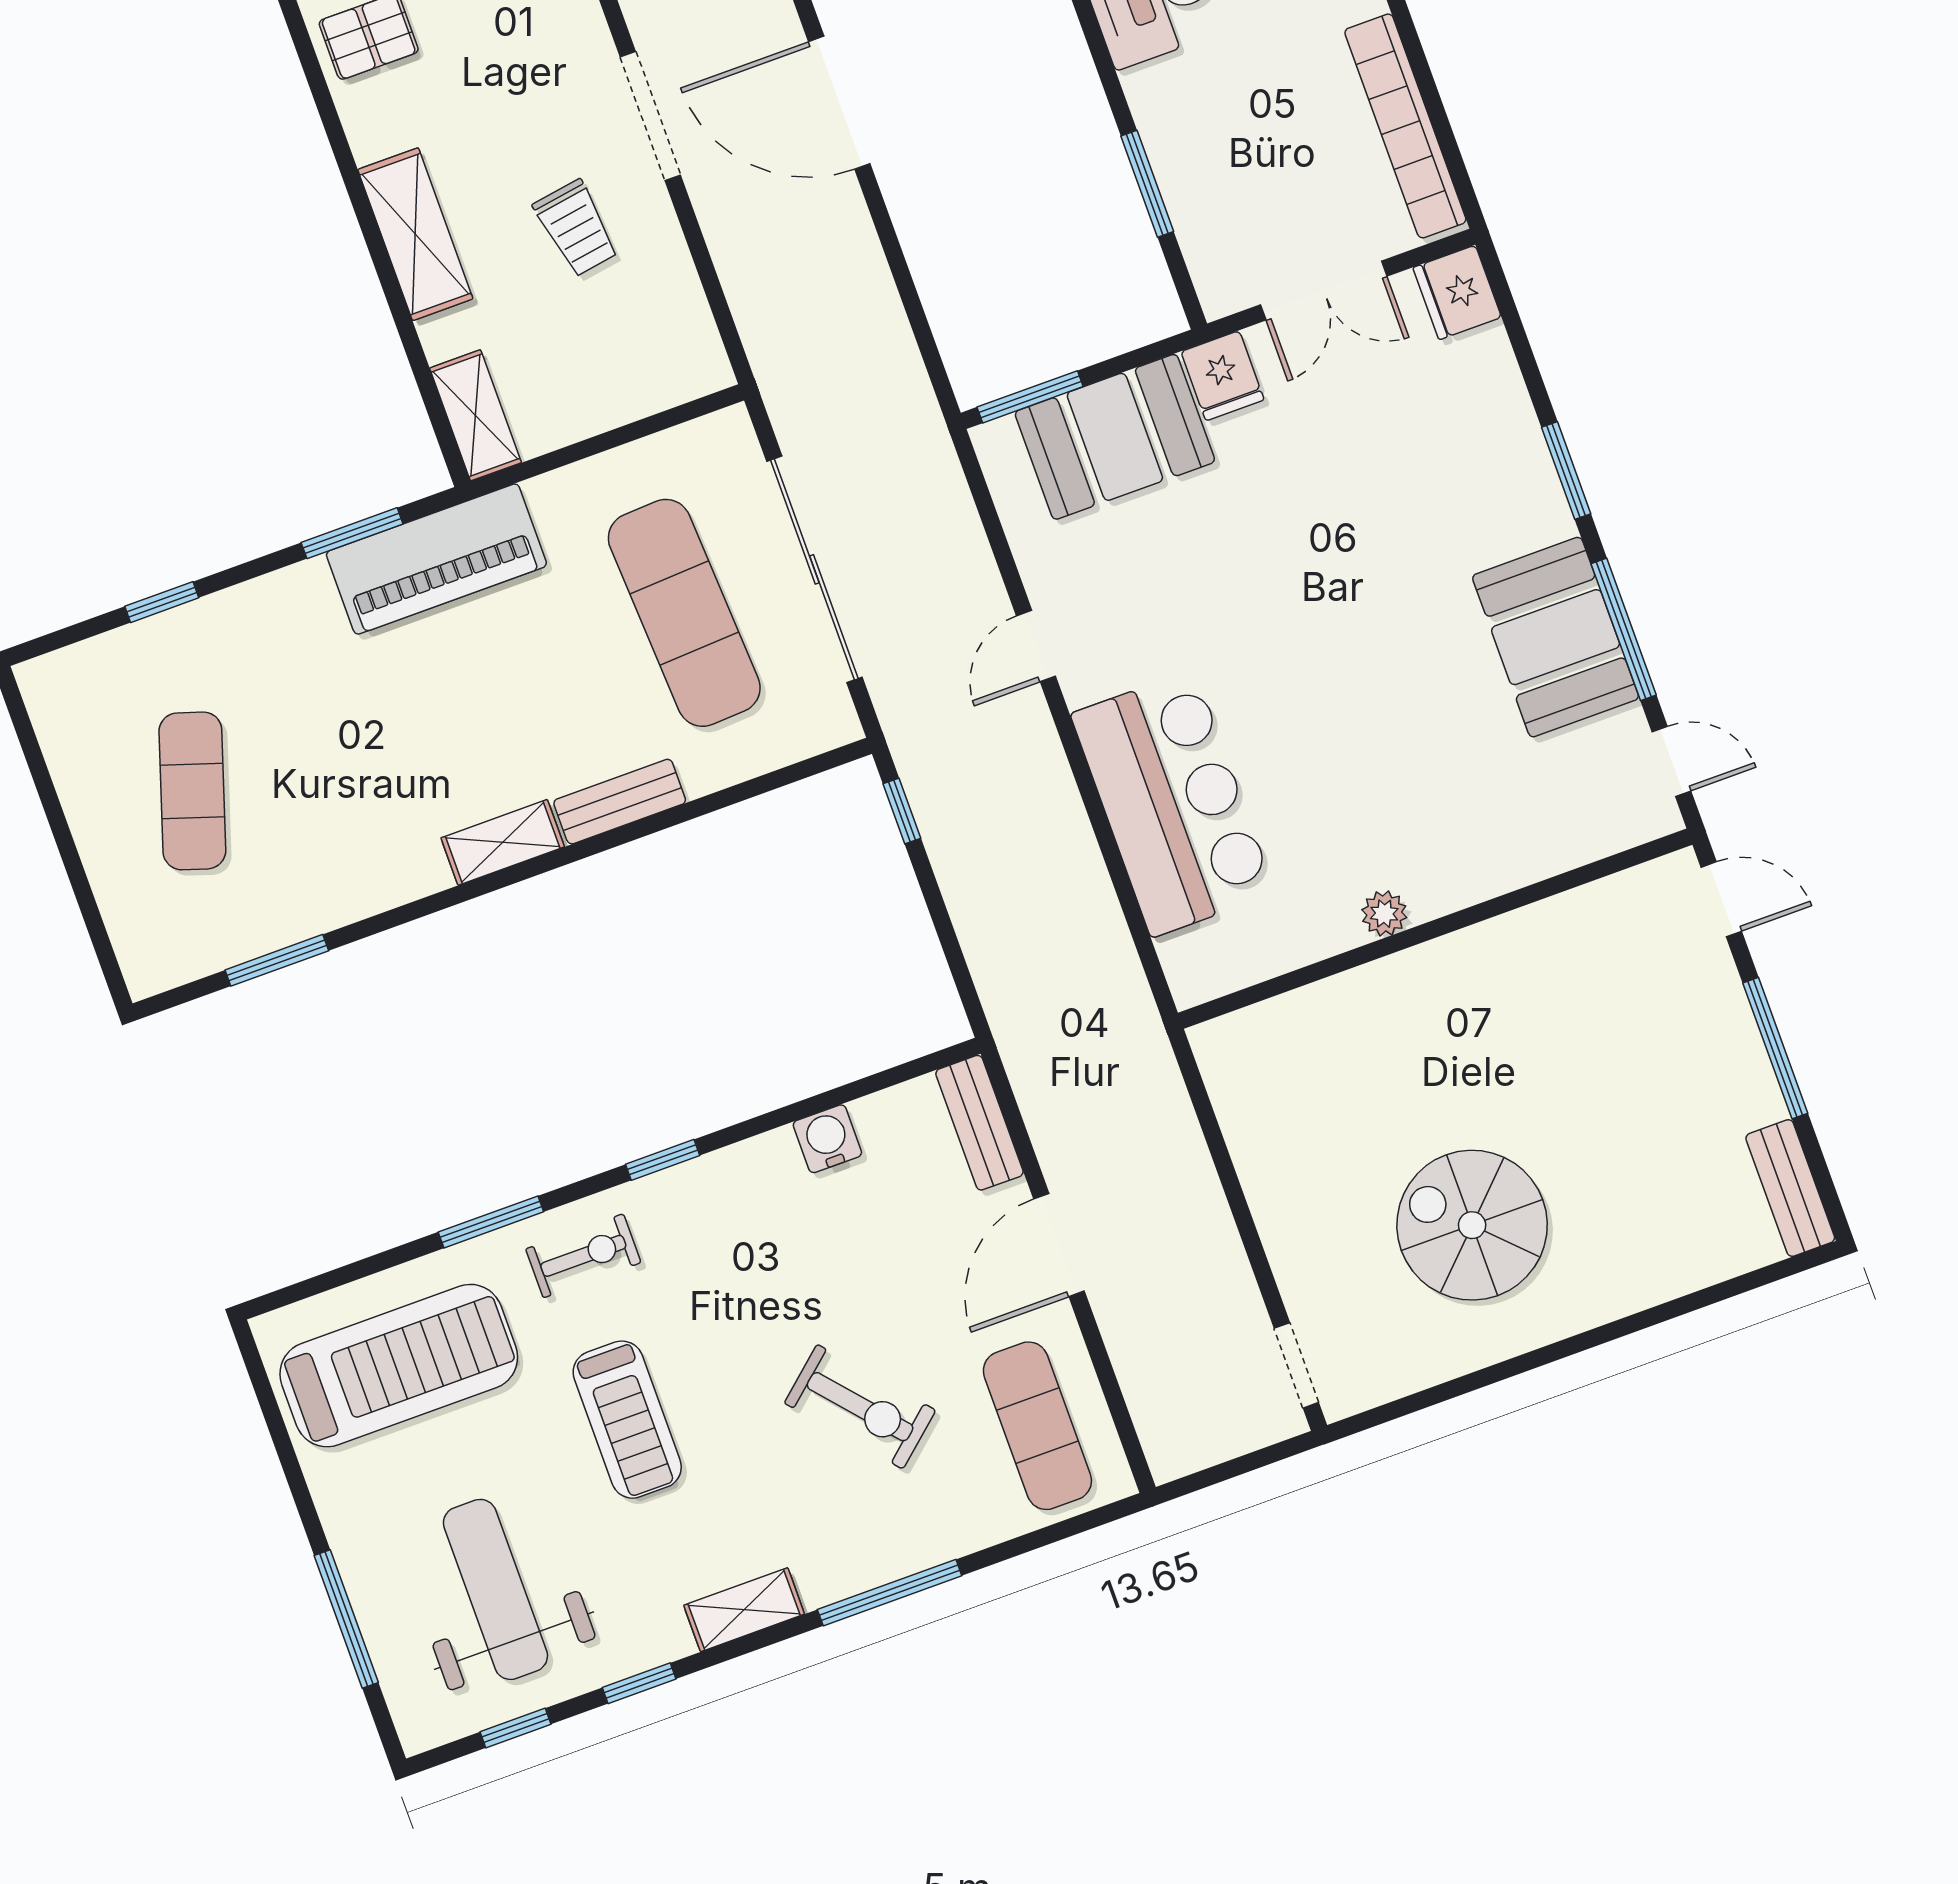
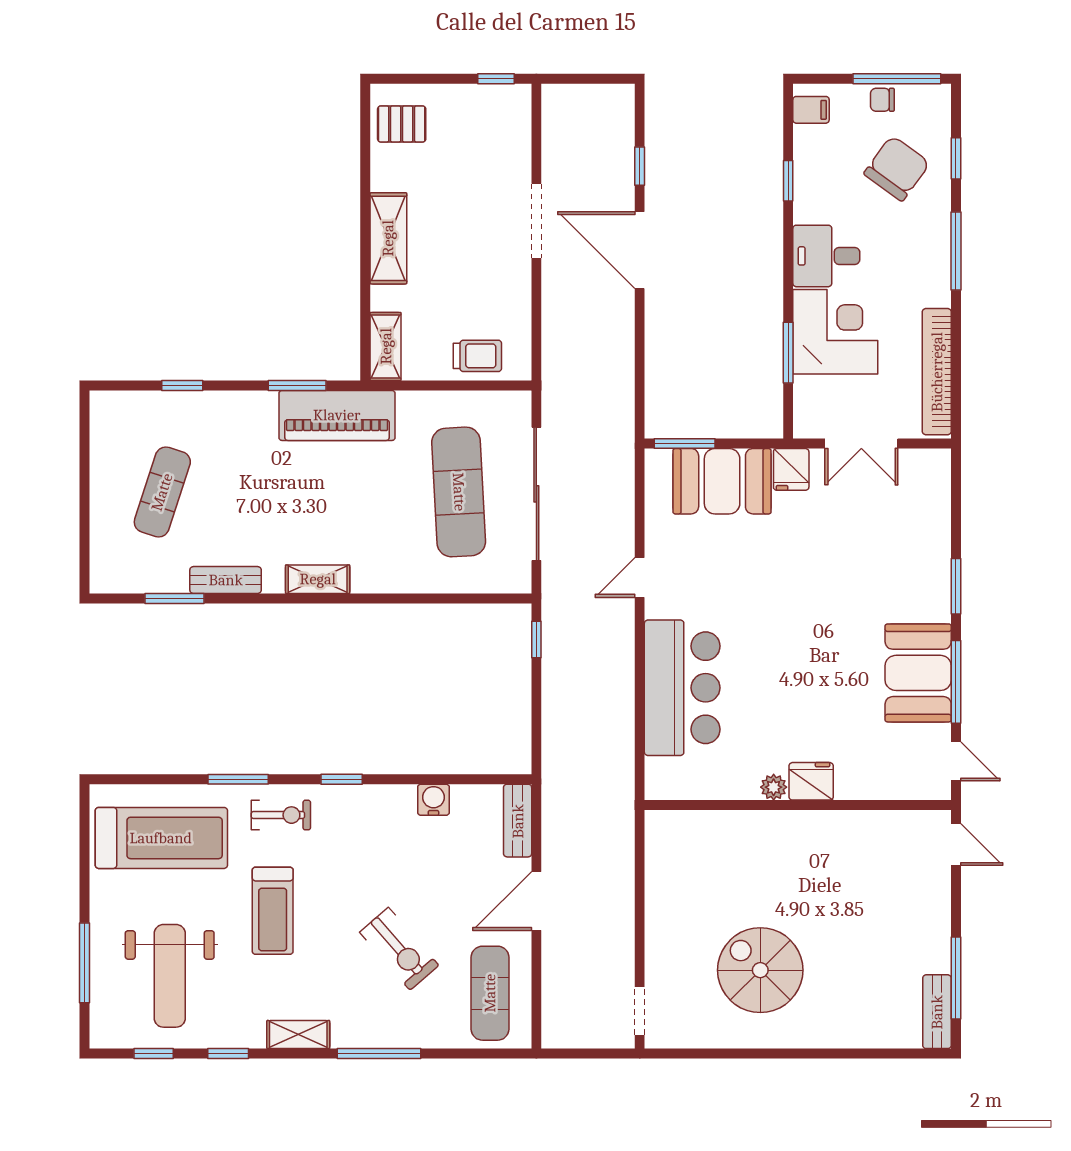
corner desk: (1213, 121) -> (835, 332), added
trolley: (576, 228) -> (477, 356), moved, turned -81
fridge: (1457, 292) -> (811, 781), moved, turned 90
bench: (620, 802) -> (226, 580), moved
window: (1775, 1048) -> (956, 978), moved
weight bench: (495, 1589) -> (170, 976), turned 180

